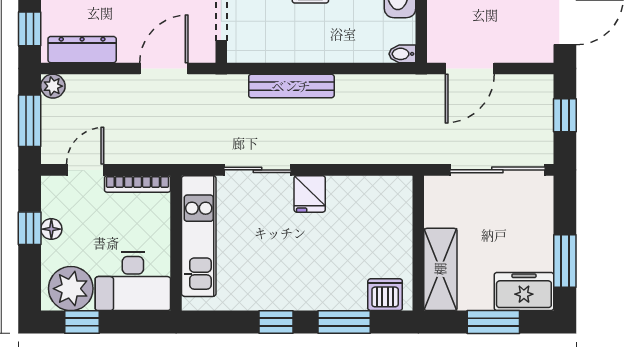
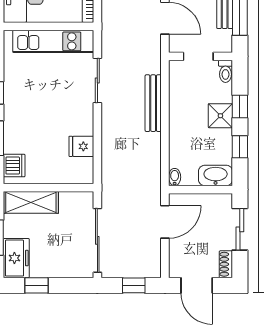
door: (470, 68) -> (165, 222), swing flipped
fridge: (310, 194) -> (81, 146), moved
window: (565, 261) -> (37, 285), width x0.67

